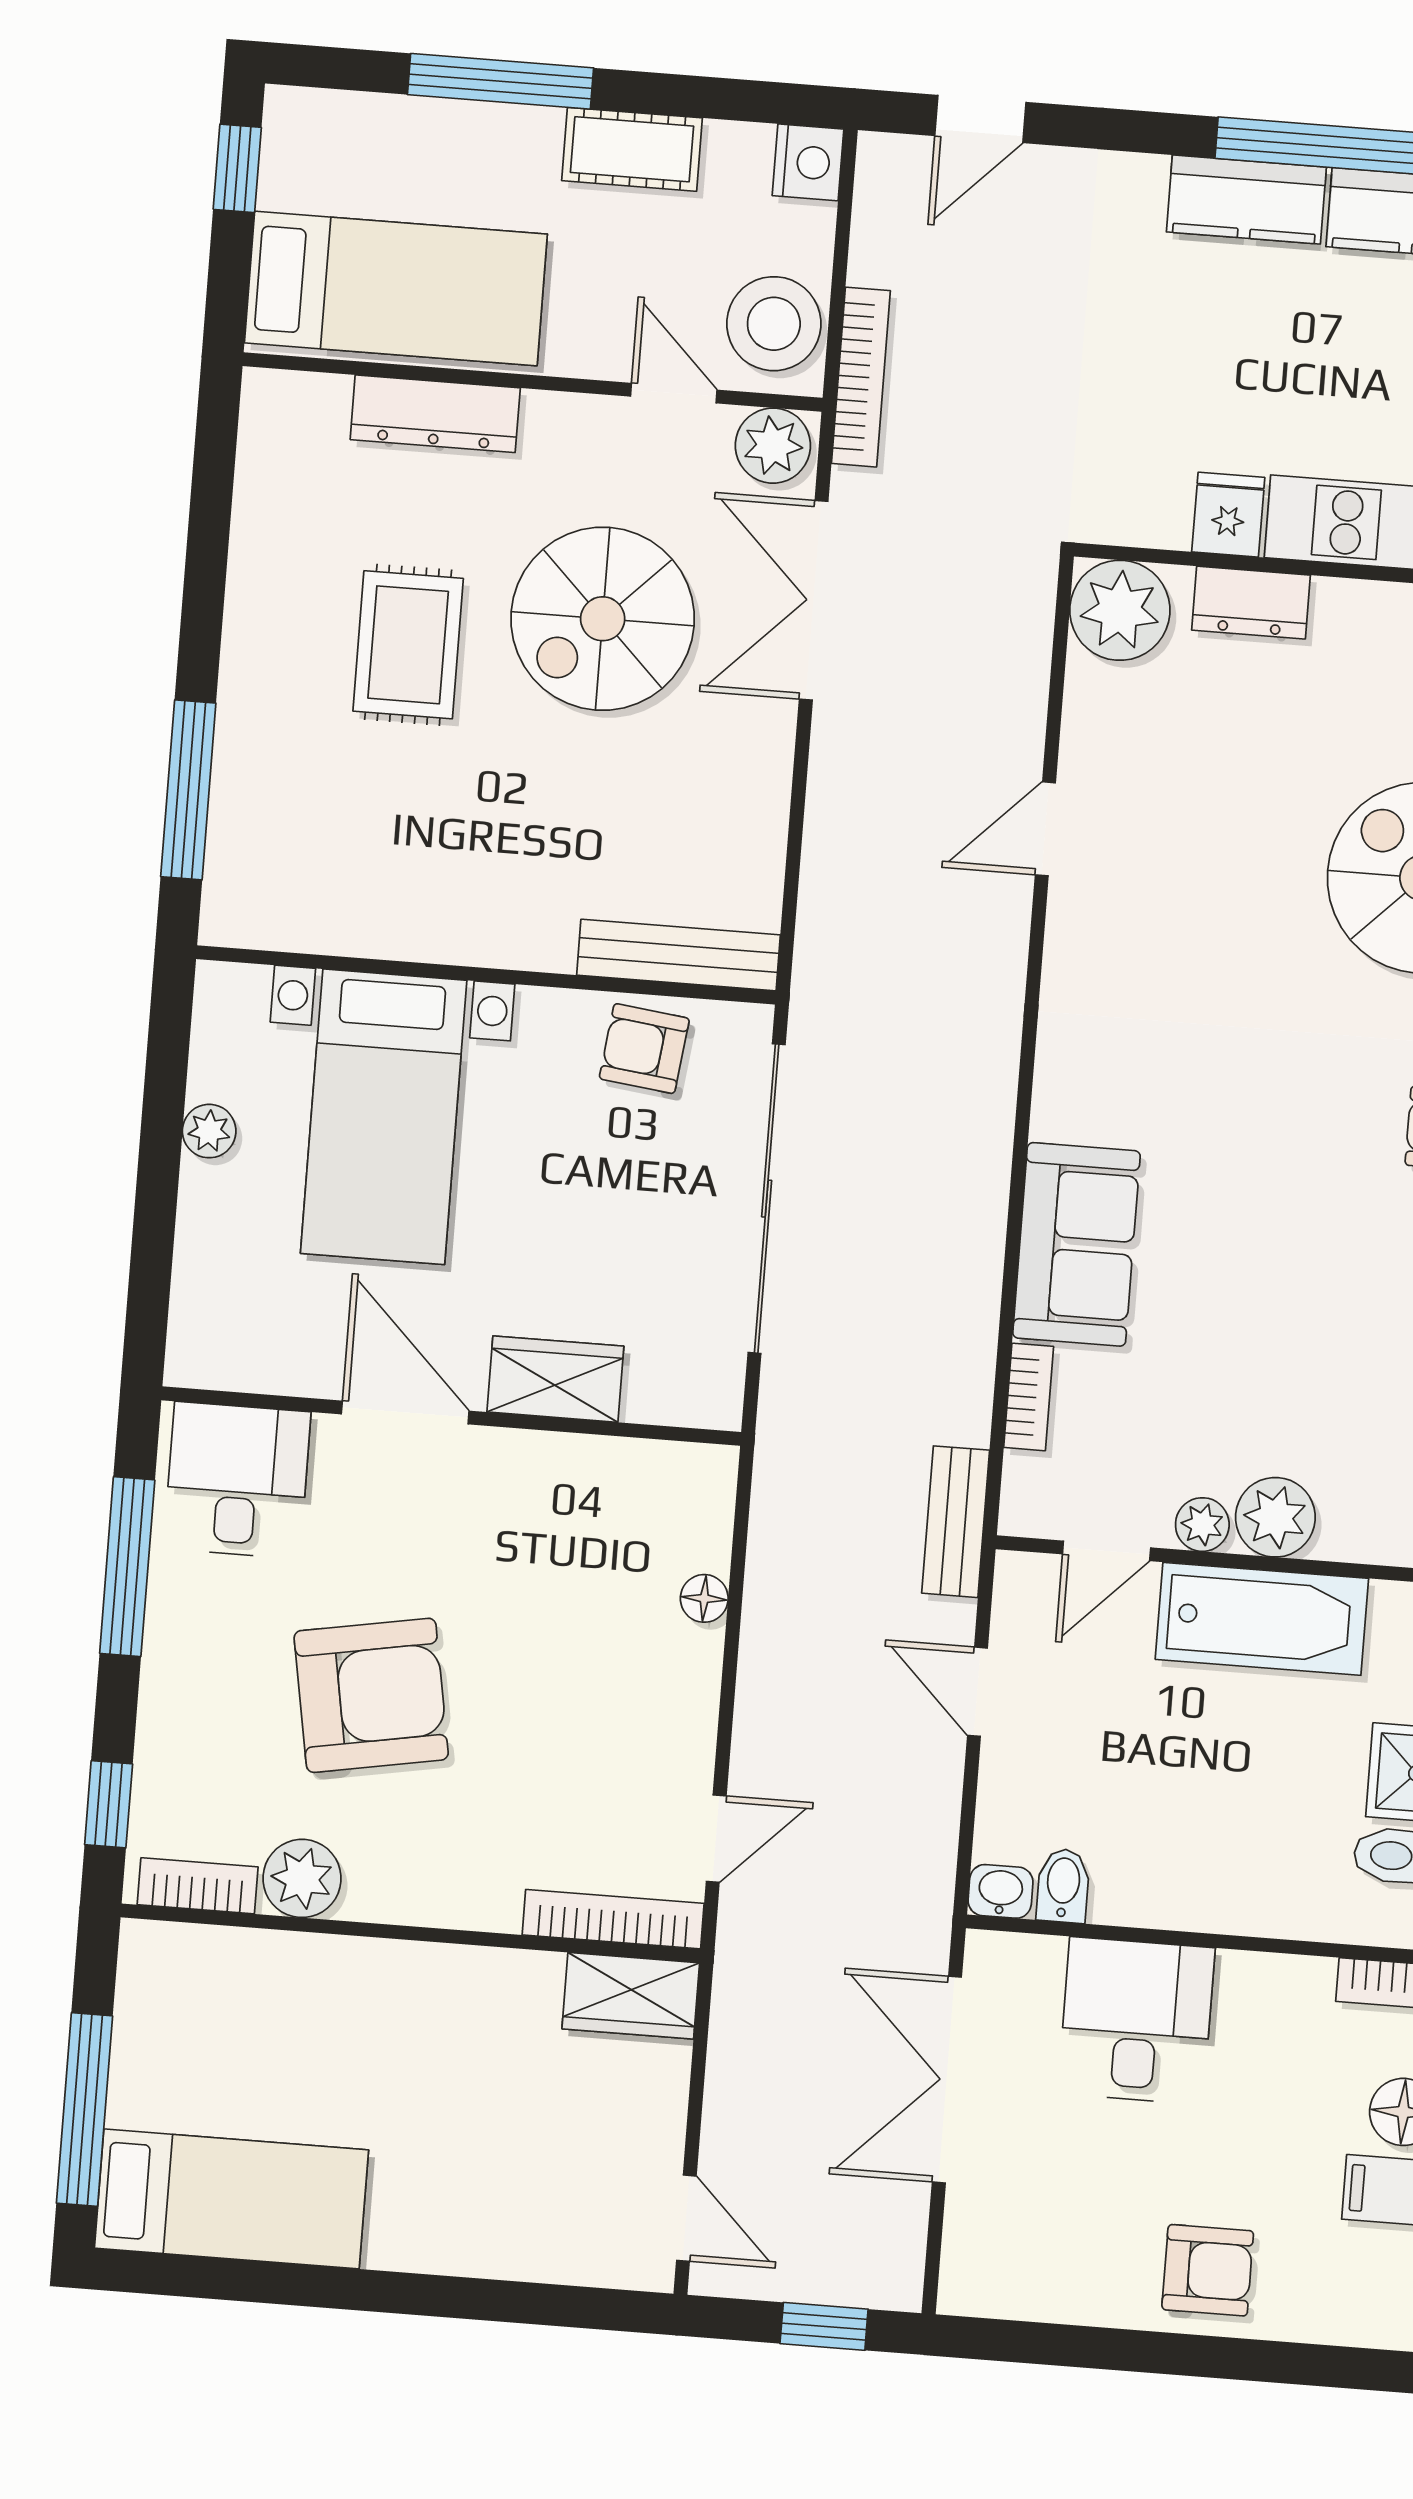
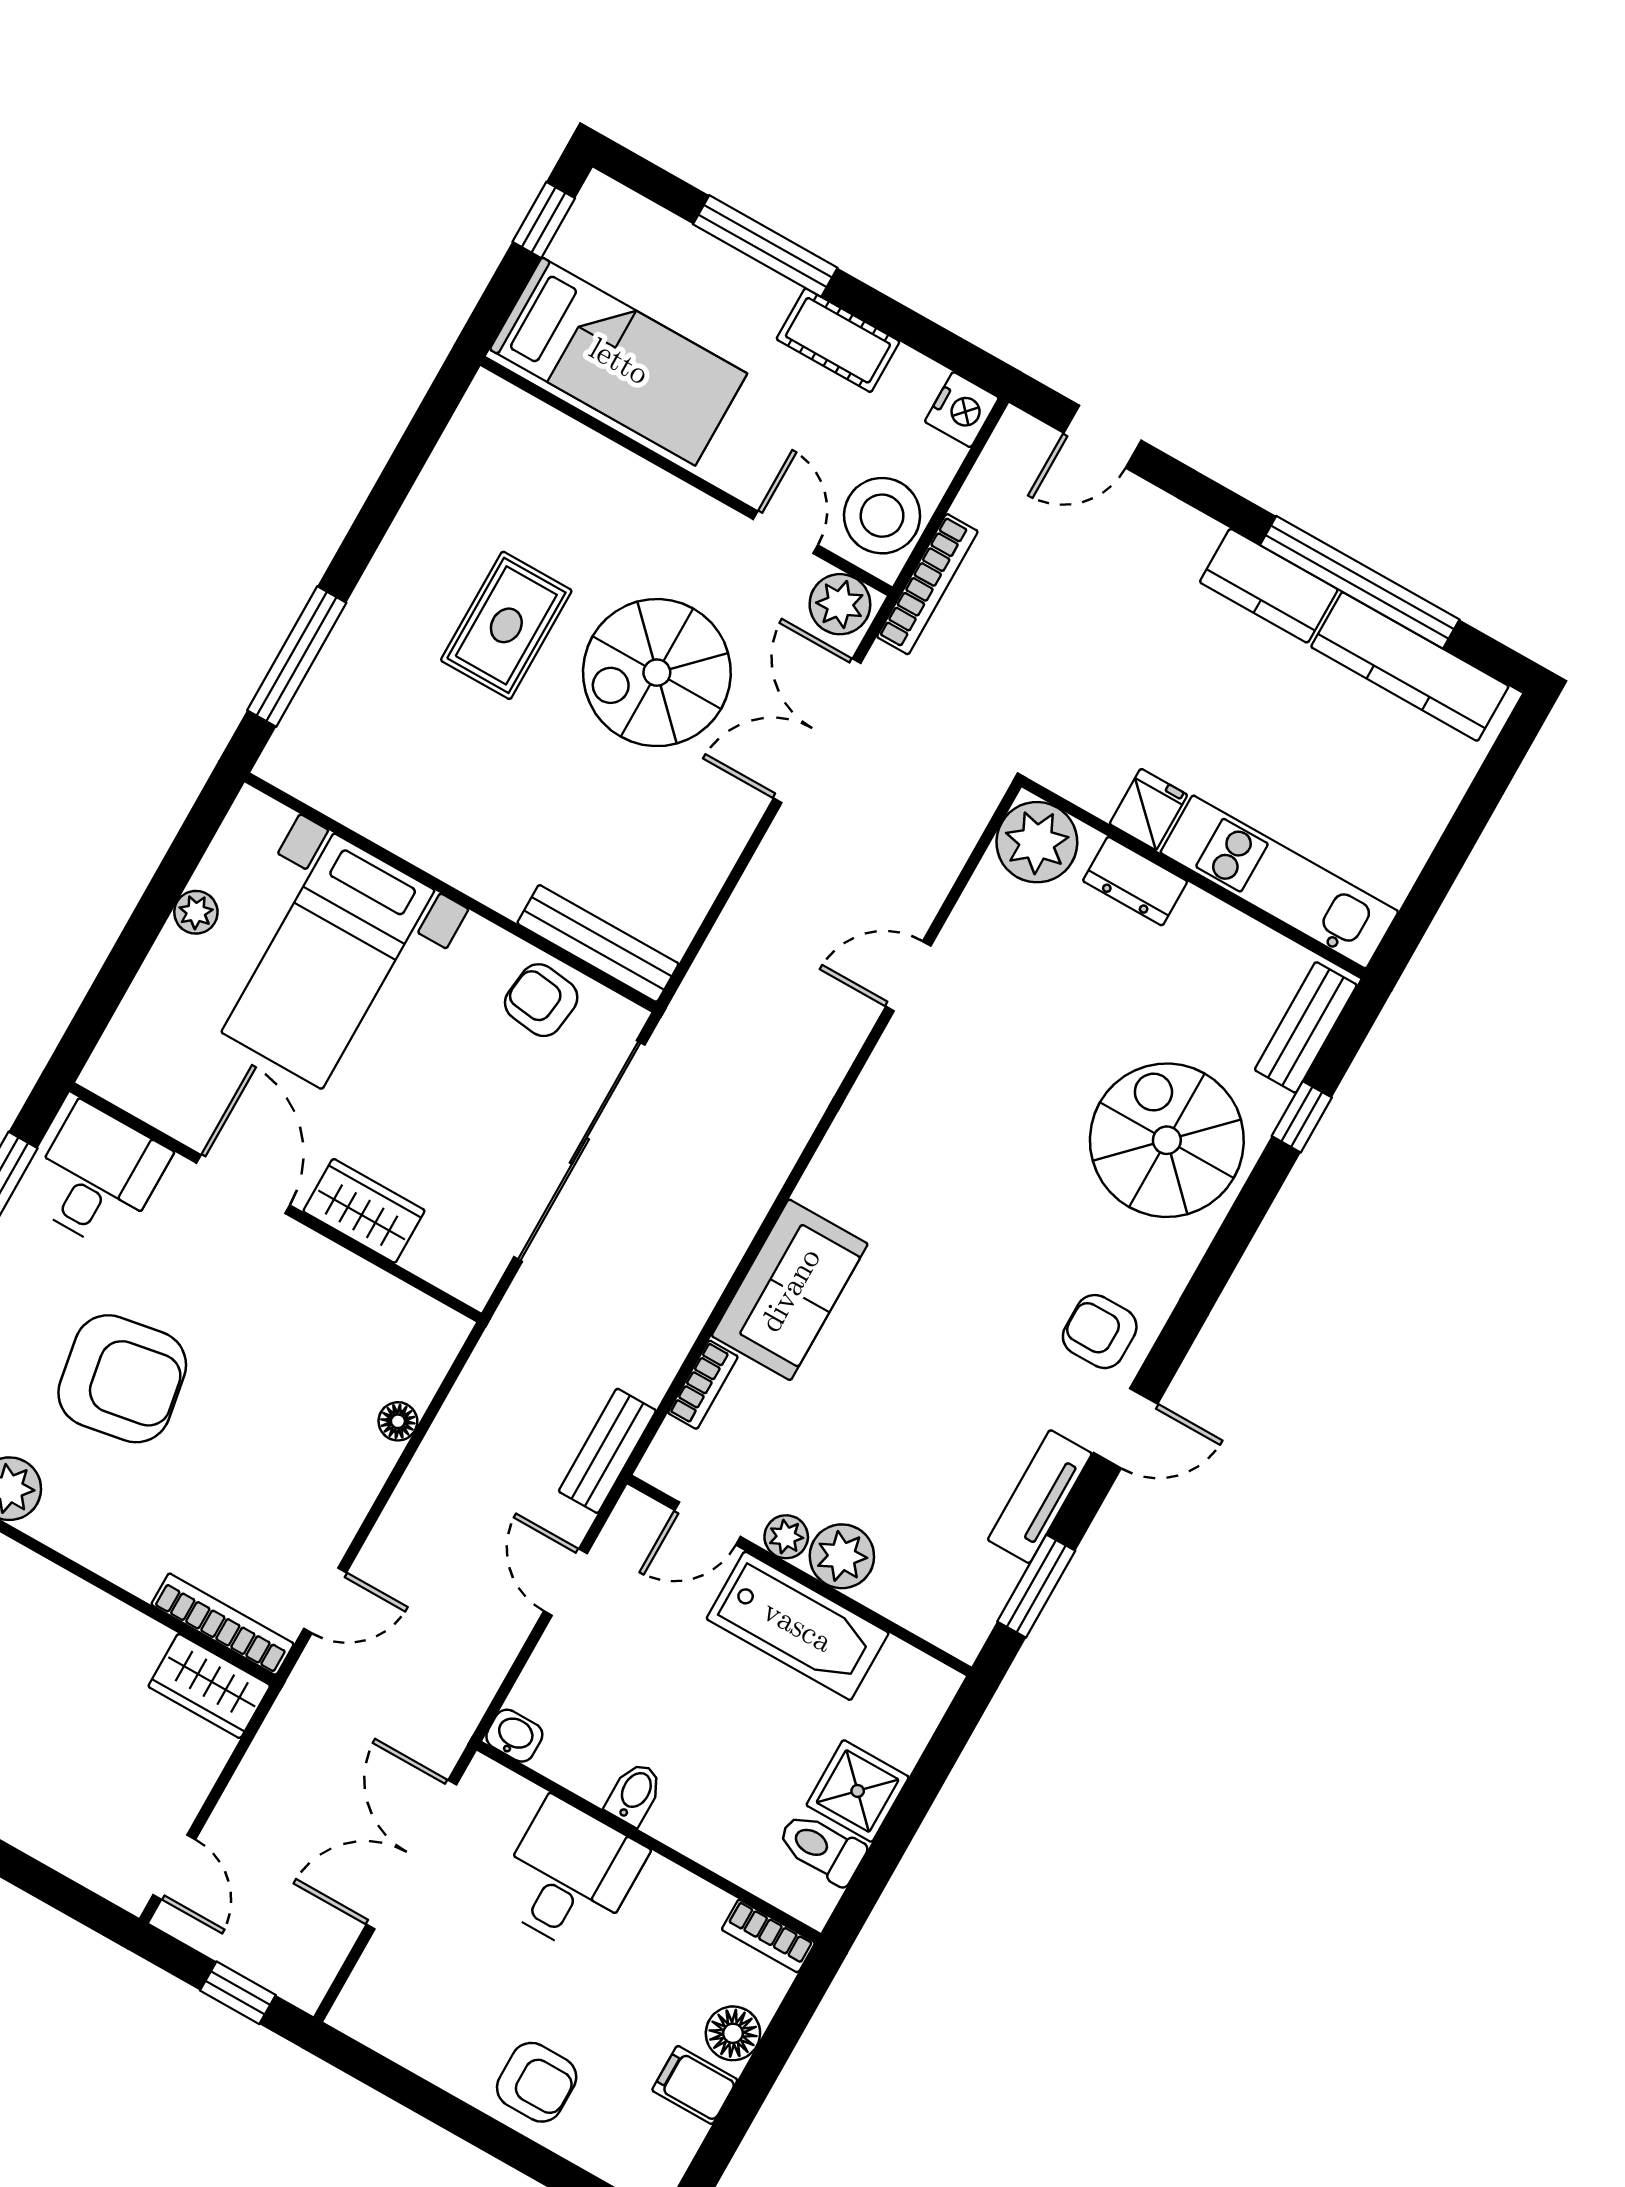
dresser: (435, 414) -> (605, 466), removed
bidet: (1063, 1886) -> (634, 1794), moved

